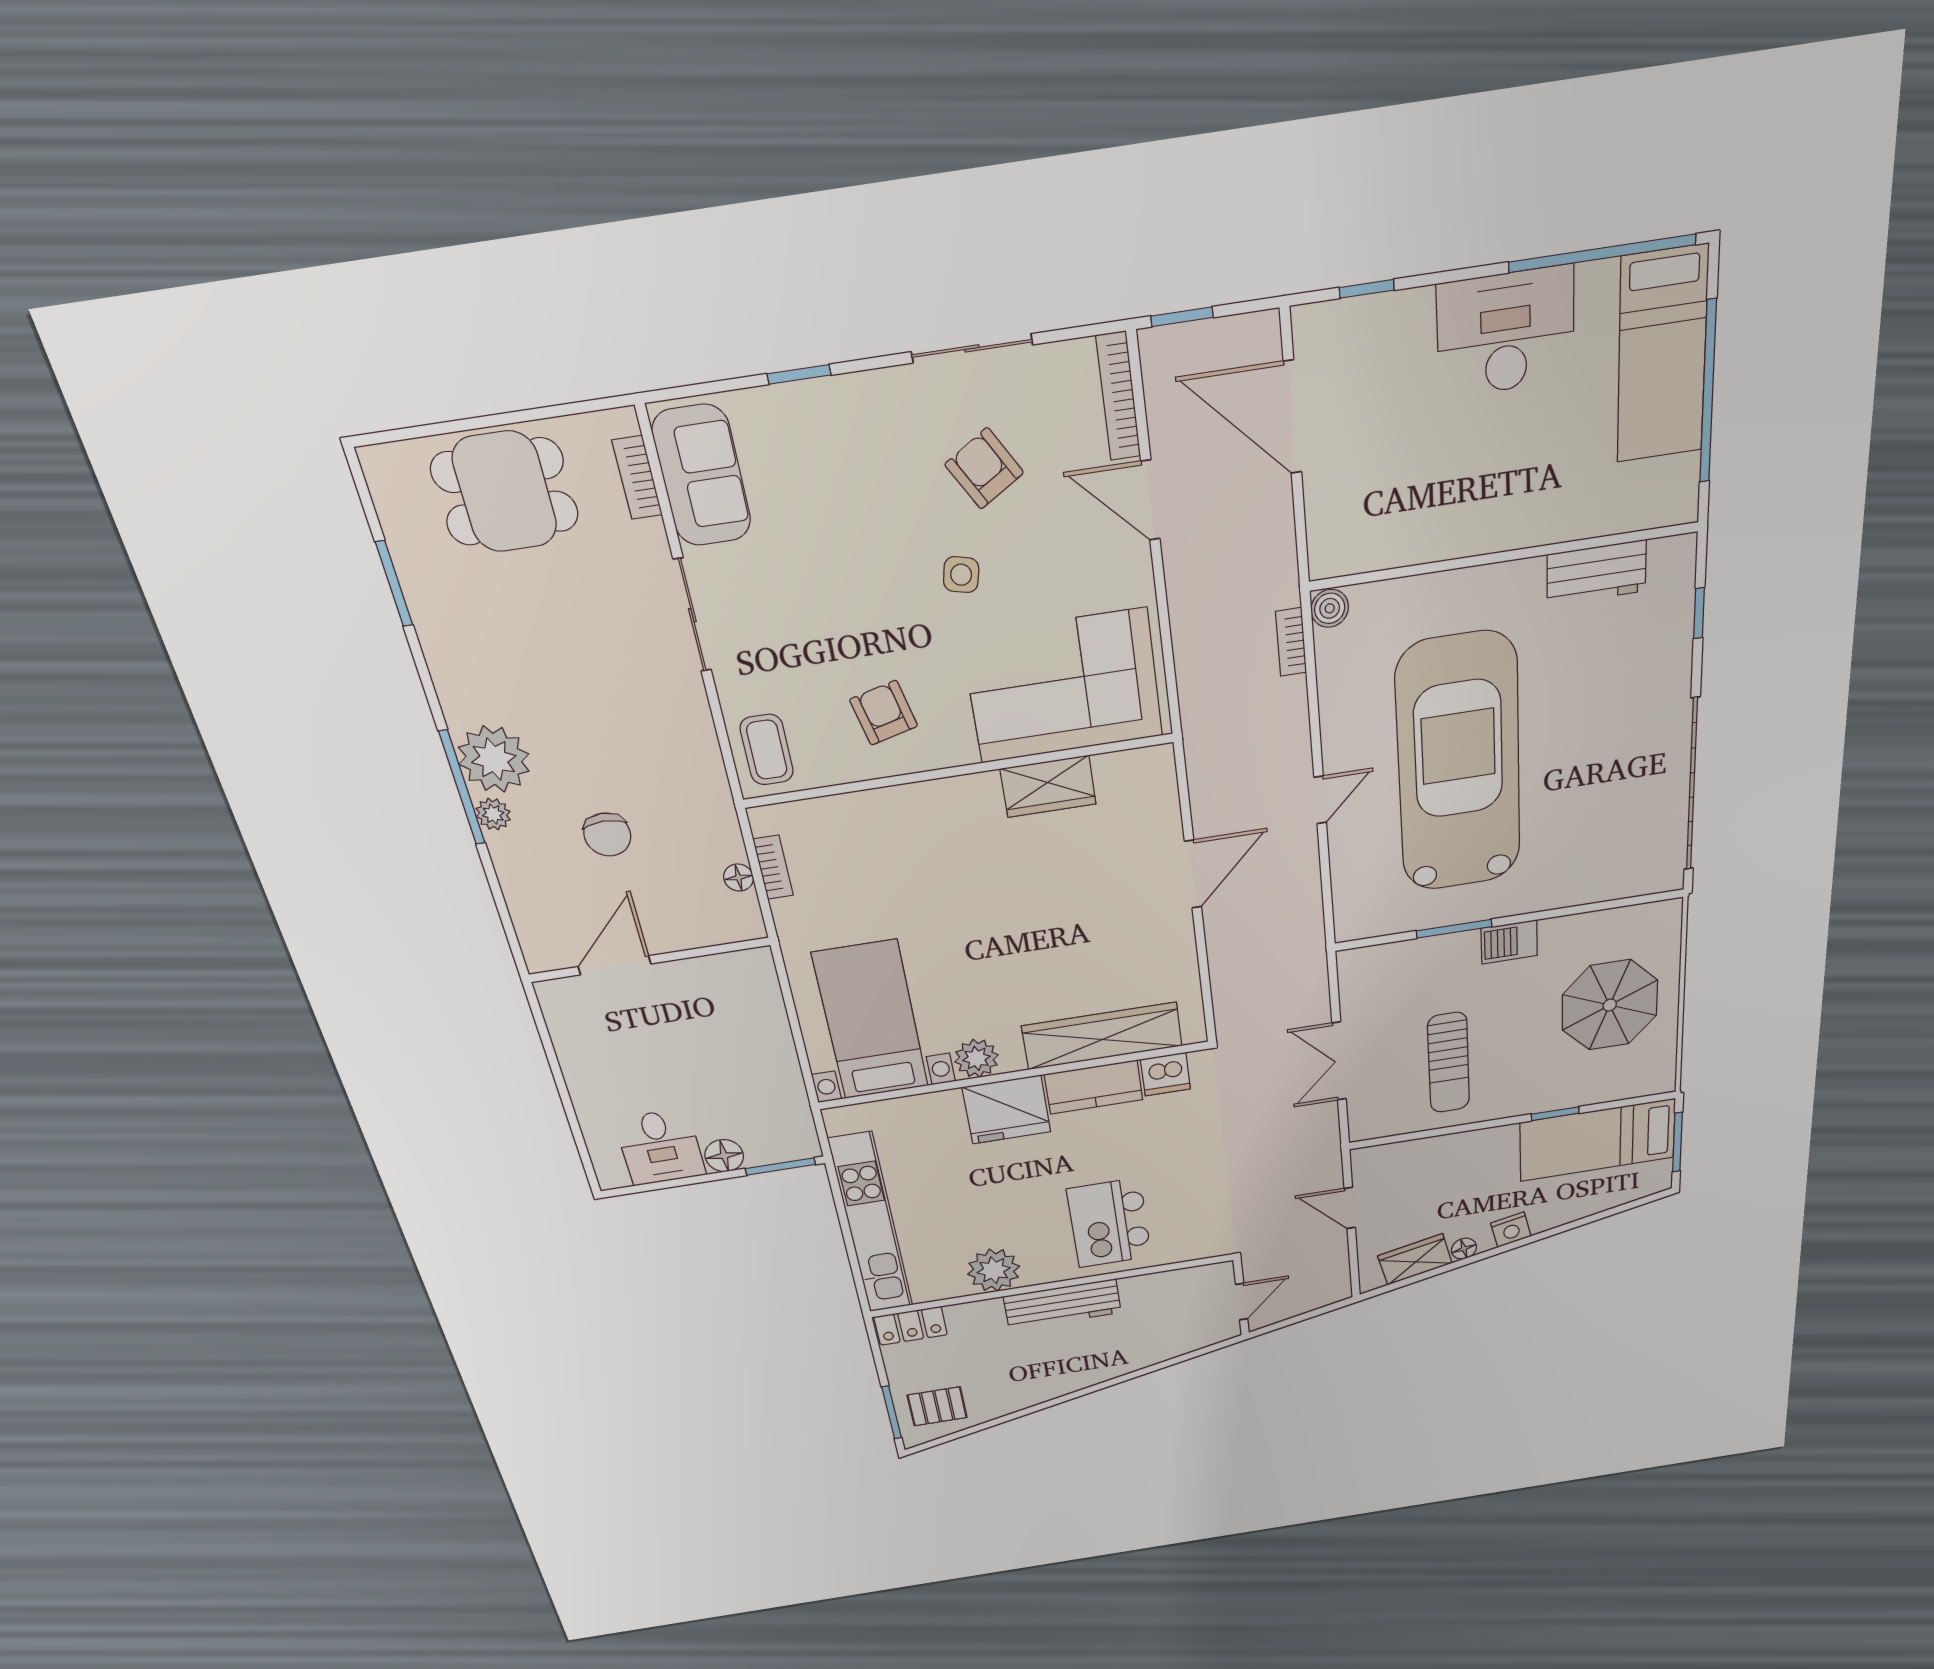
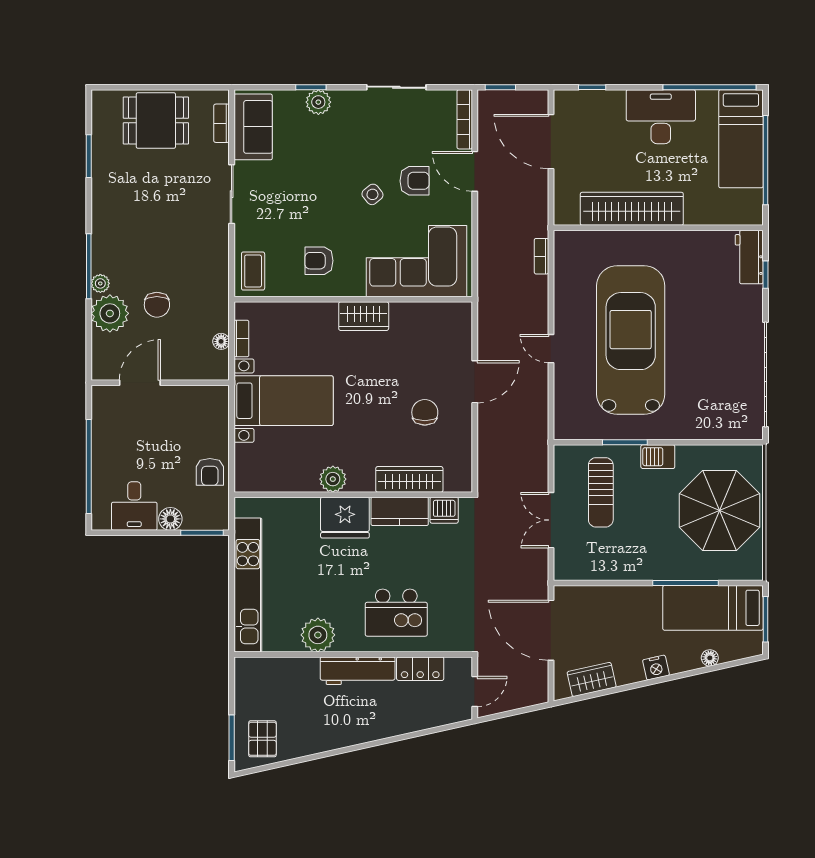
plant: (821, 404) -> (318, 102), added
armchair: (984, 468) -> (415, 181), moved, turned 121
wardrobe: (1454, 528) -> (632, 209), added
workbench: (1596, 573) -> (749, 257), moved, turned 90
side table: (961, 575) -> (372, 194), turned 38
boiler: (1330, 608) -> (563, 241), removed
armchair: (884, 713) -> (319, 261), turned -76
plant: (494, 759) -> (110, 313), moved
wardrobe: (1048, 786) -> (364, 316), moved
door: (1320, 800) -> (551, 349), swing flipped
chair: (1114, 935) -> (425, 412), added
parasol: (1610, 1005) -> (719, 510), width x1.36, depth x1.36
bed with nightstands: (871, 1020) -> (284, 401), moved, turned 90
wardrobe: (1102, 1036) -> (409, 479), width x0.71, depth x0.85
sun lounger: (1449, 1063) -> (601, 492), moved
armchair: (771, 1080) -> (210, 472), added
window: (567, 1103) -> (89, 466), added
window: (1555, 1114) -> (686, 583), width x2.17
door: (1350, 1208) -> (551, 630), width x1.87
kitchen island: (1109, 1223) -> (396, 613), turned -90
floor lamp: (1464, 1249) -> (710, 658), moved
locker: (911, 1326) -> (420, 669), moved
pallet: (937, 1406) -> (262, 739), turned 90

